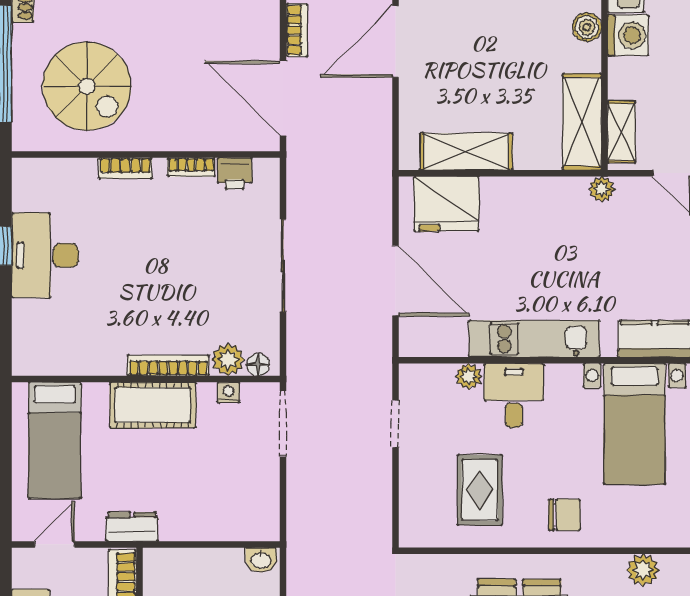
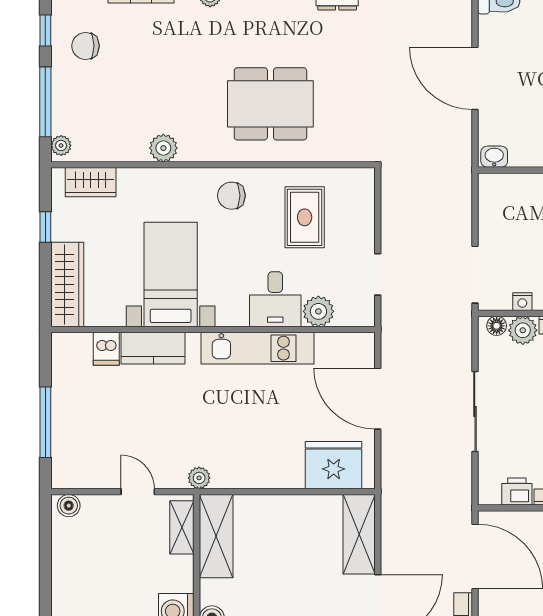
shelving: (466, 152) -> (359, 534), moved, turned 90
plant: (469, 376) -> (318, 311), width x1.38, depth x1.38

